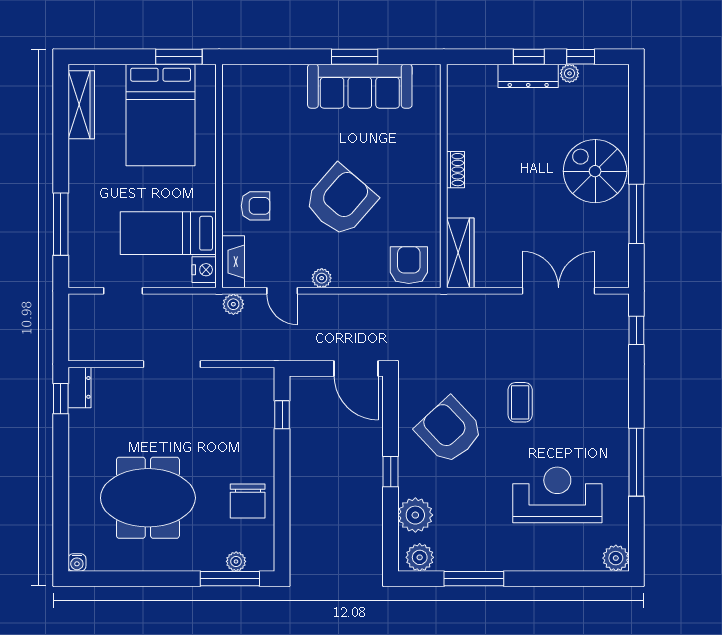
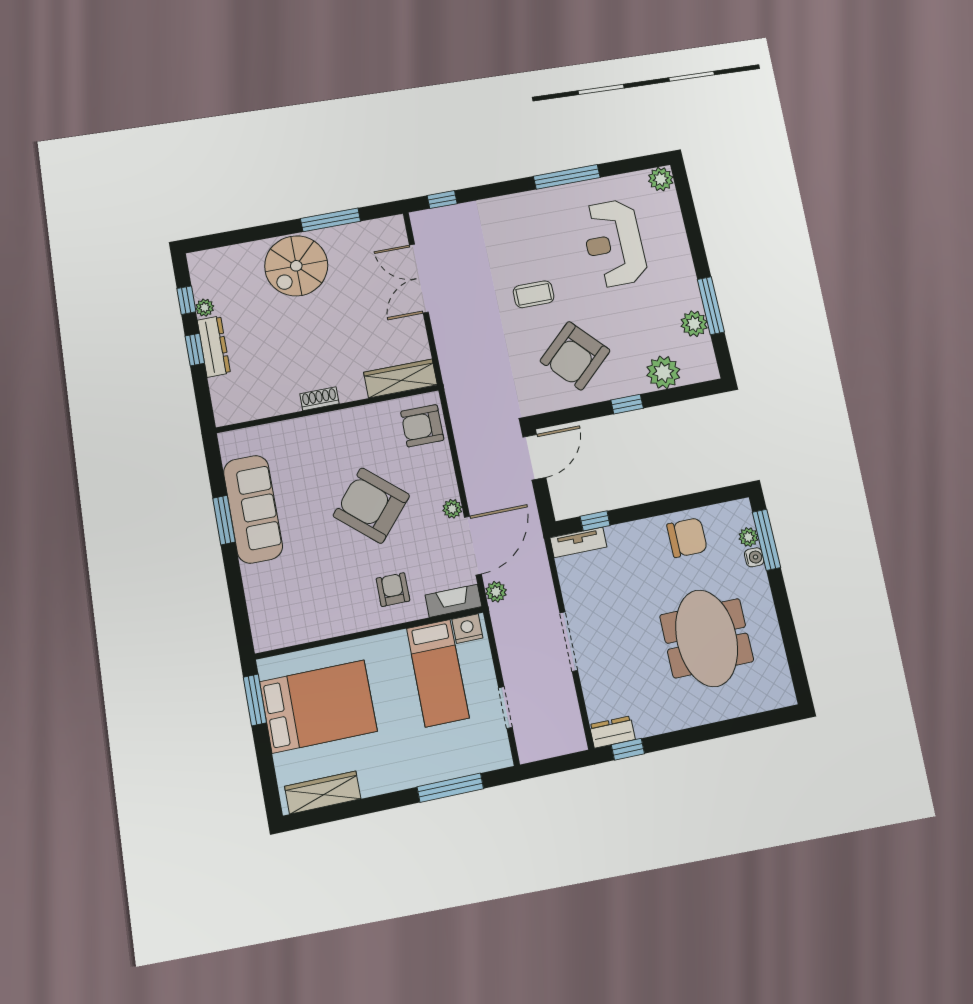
door: (282, 291) -> (473, 546), width x1.88
tv unit: (264, 394) -> (578, 542), added
plant: (420, 557) -> (694, 324), moved
water cooler: (77, 562) -> (754, 557), moved

